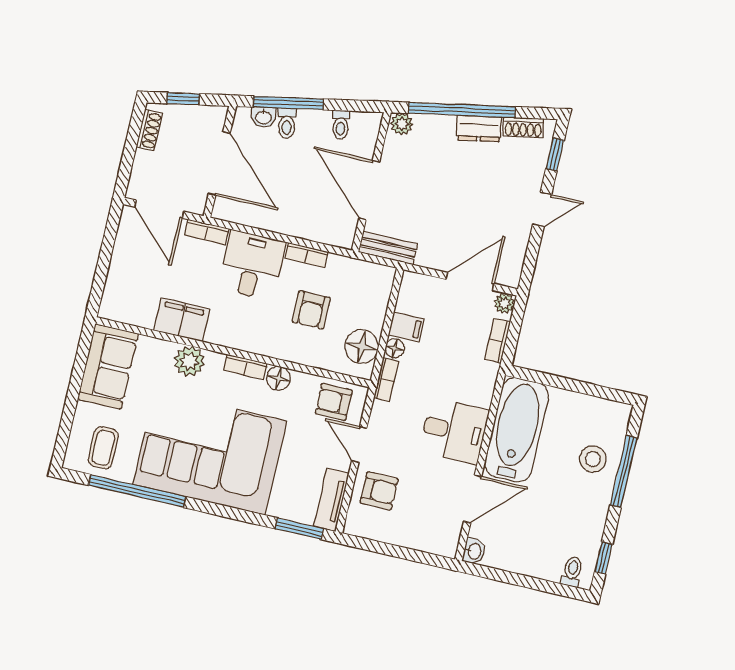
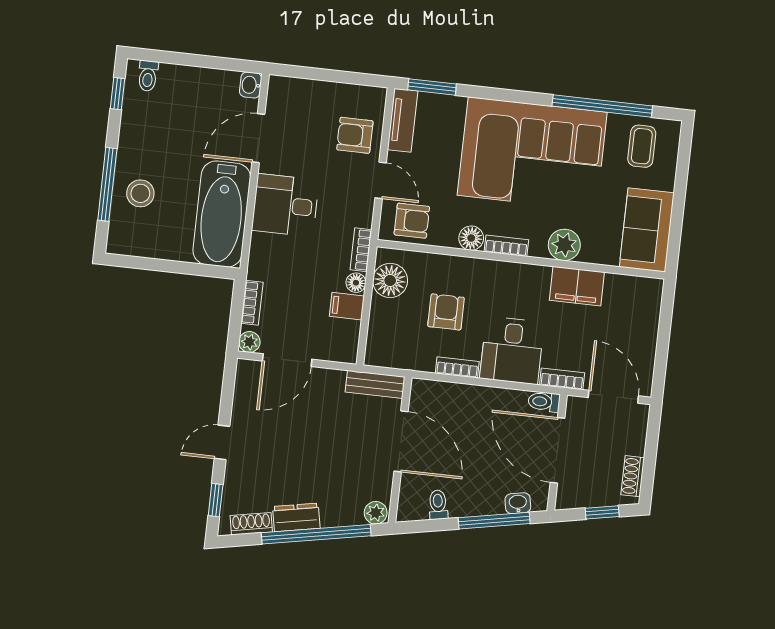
toilet: (287, 123) -> (544, 402), moved, turned -79

